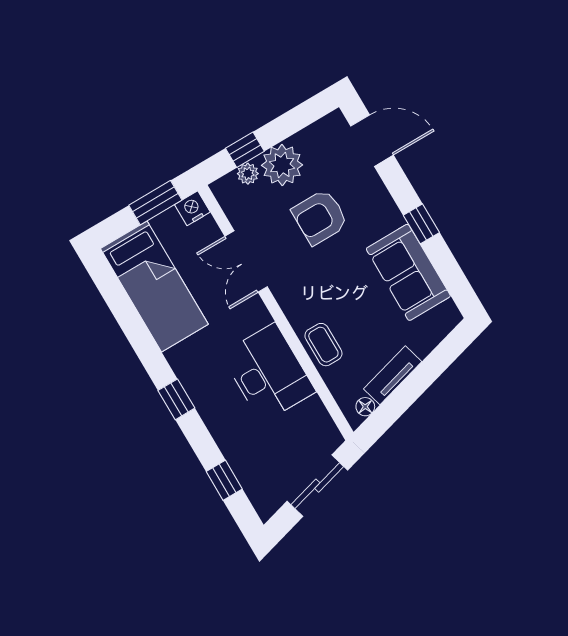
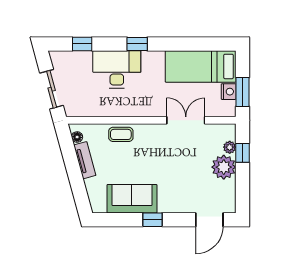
nightstand: (192, 208) -> (229, 92), moved
armchair: (320, 217) -> (186, 171), removed
desk: (268, 373) -> (117, 69), moved, turned 180

